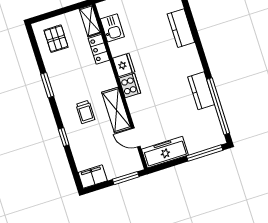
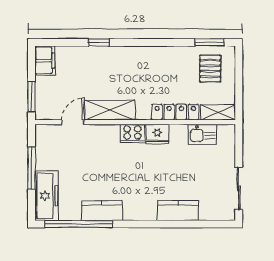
pallet: (56, 39) -> (210, 68), turned 90
locker: (99, 49) -> (175, 112), width x1.53
window: (47, 85) -> (209, 42), moved
trolley: (85, 112) -> (119, 75), removed
freezer: (165, 152) -> (47, 196), moved
window: (205, 153) -> (32, 168), moved

